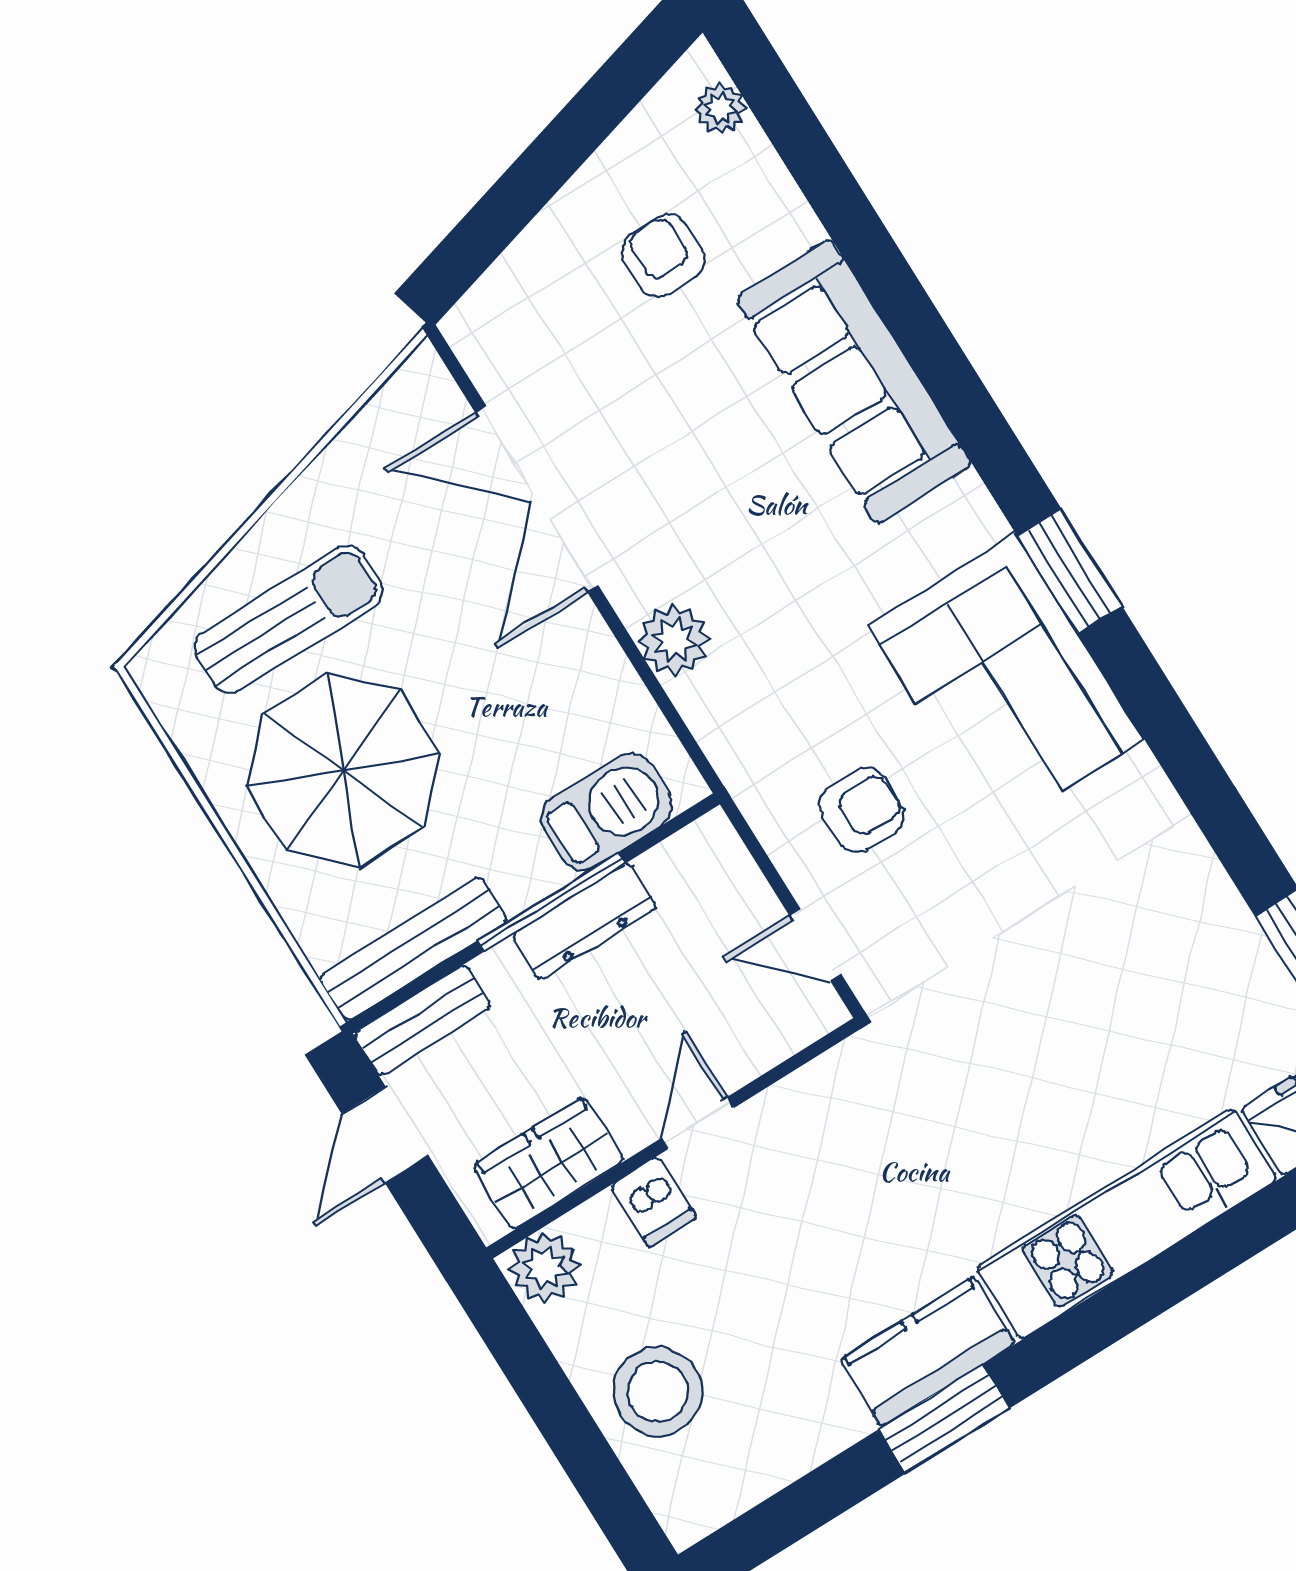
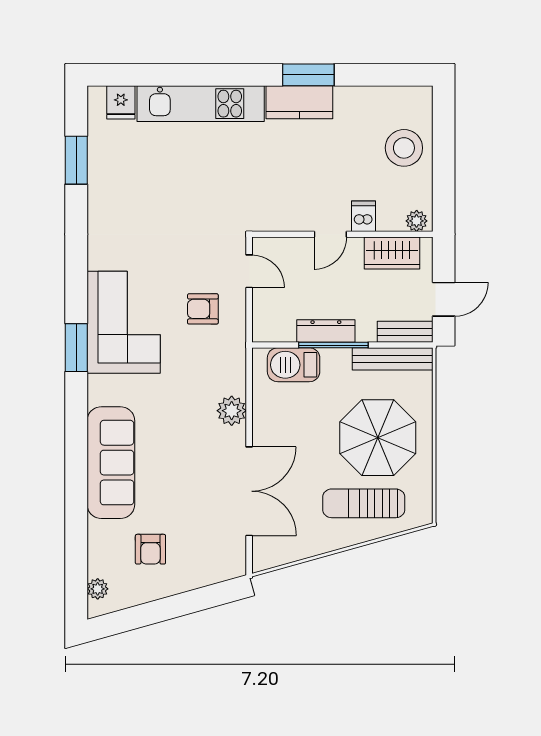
plant: (545, 1268) -> (417, 221), width x0.73, depth x0.73

